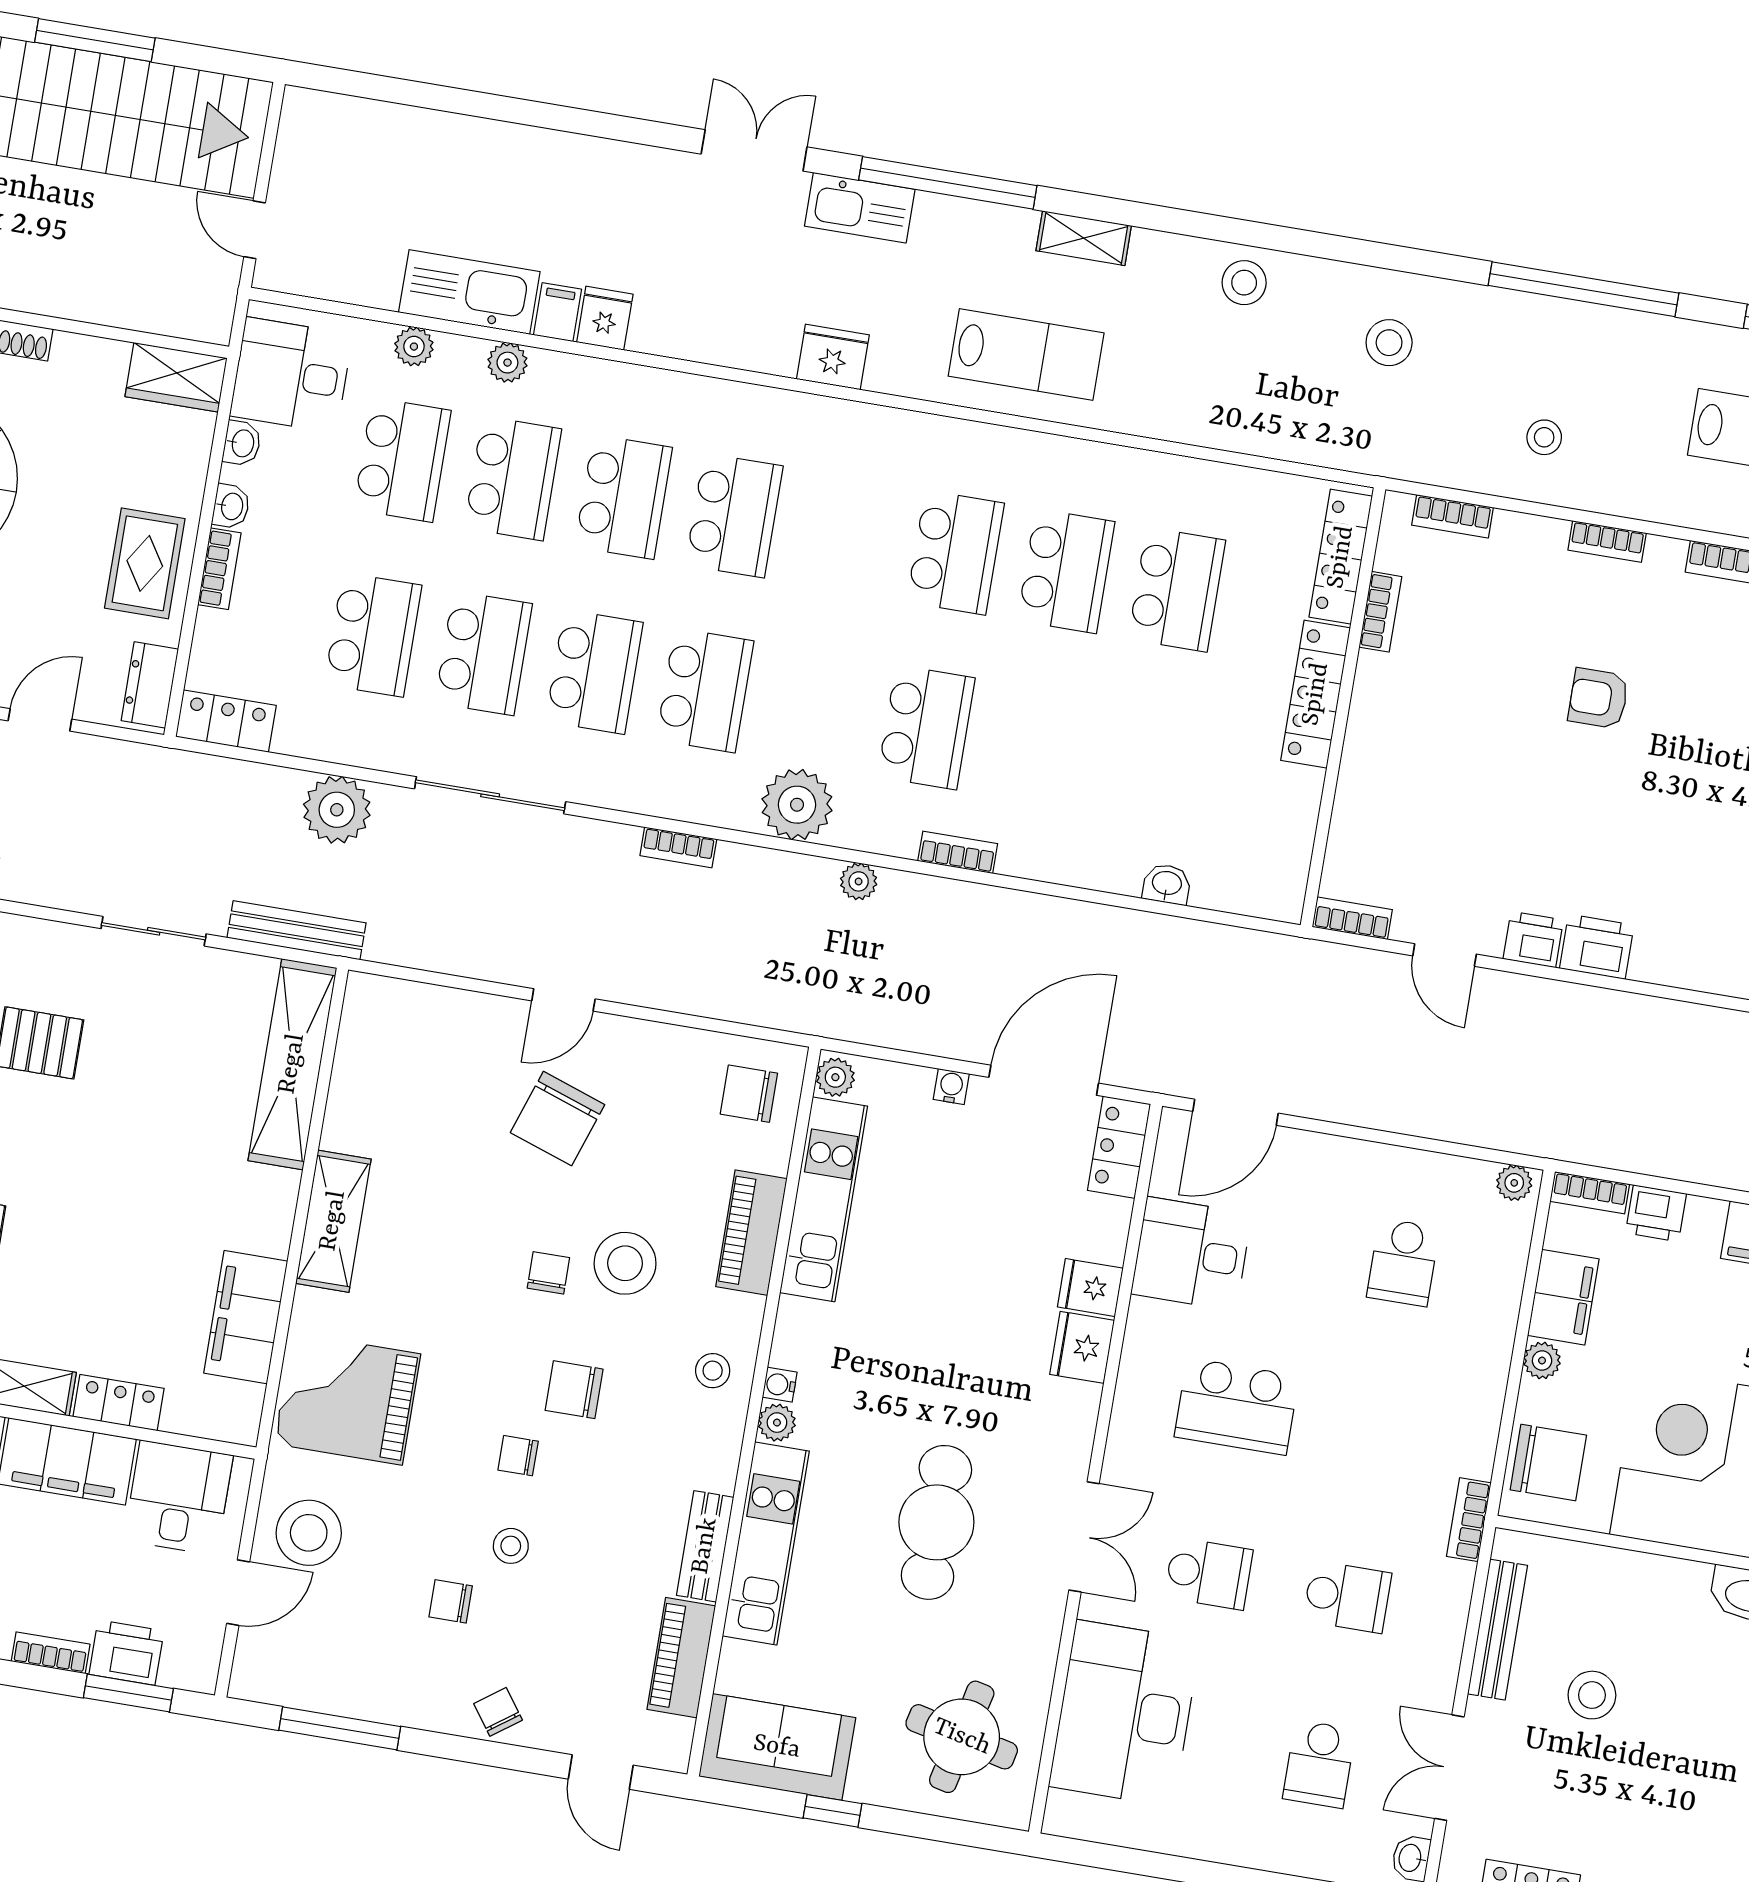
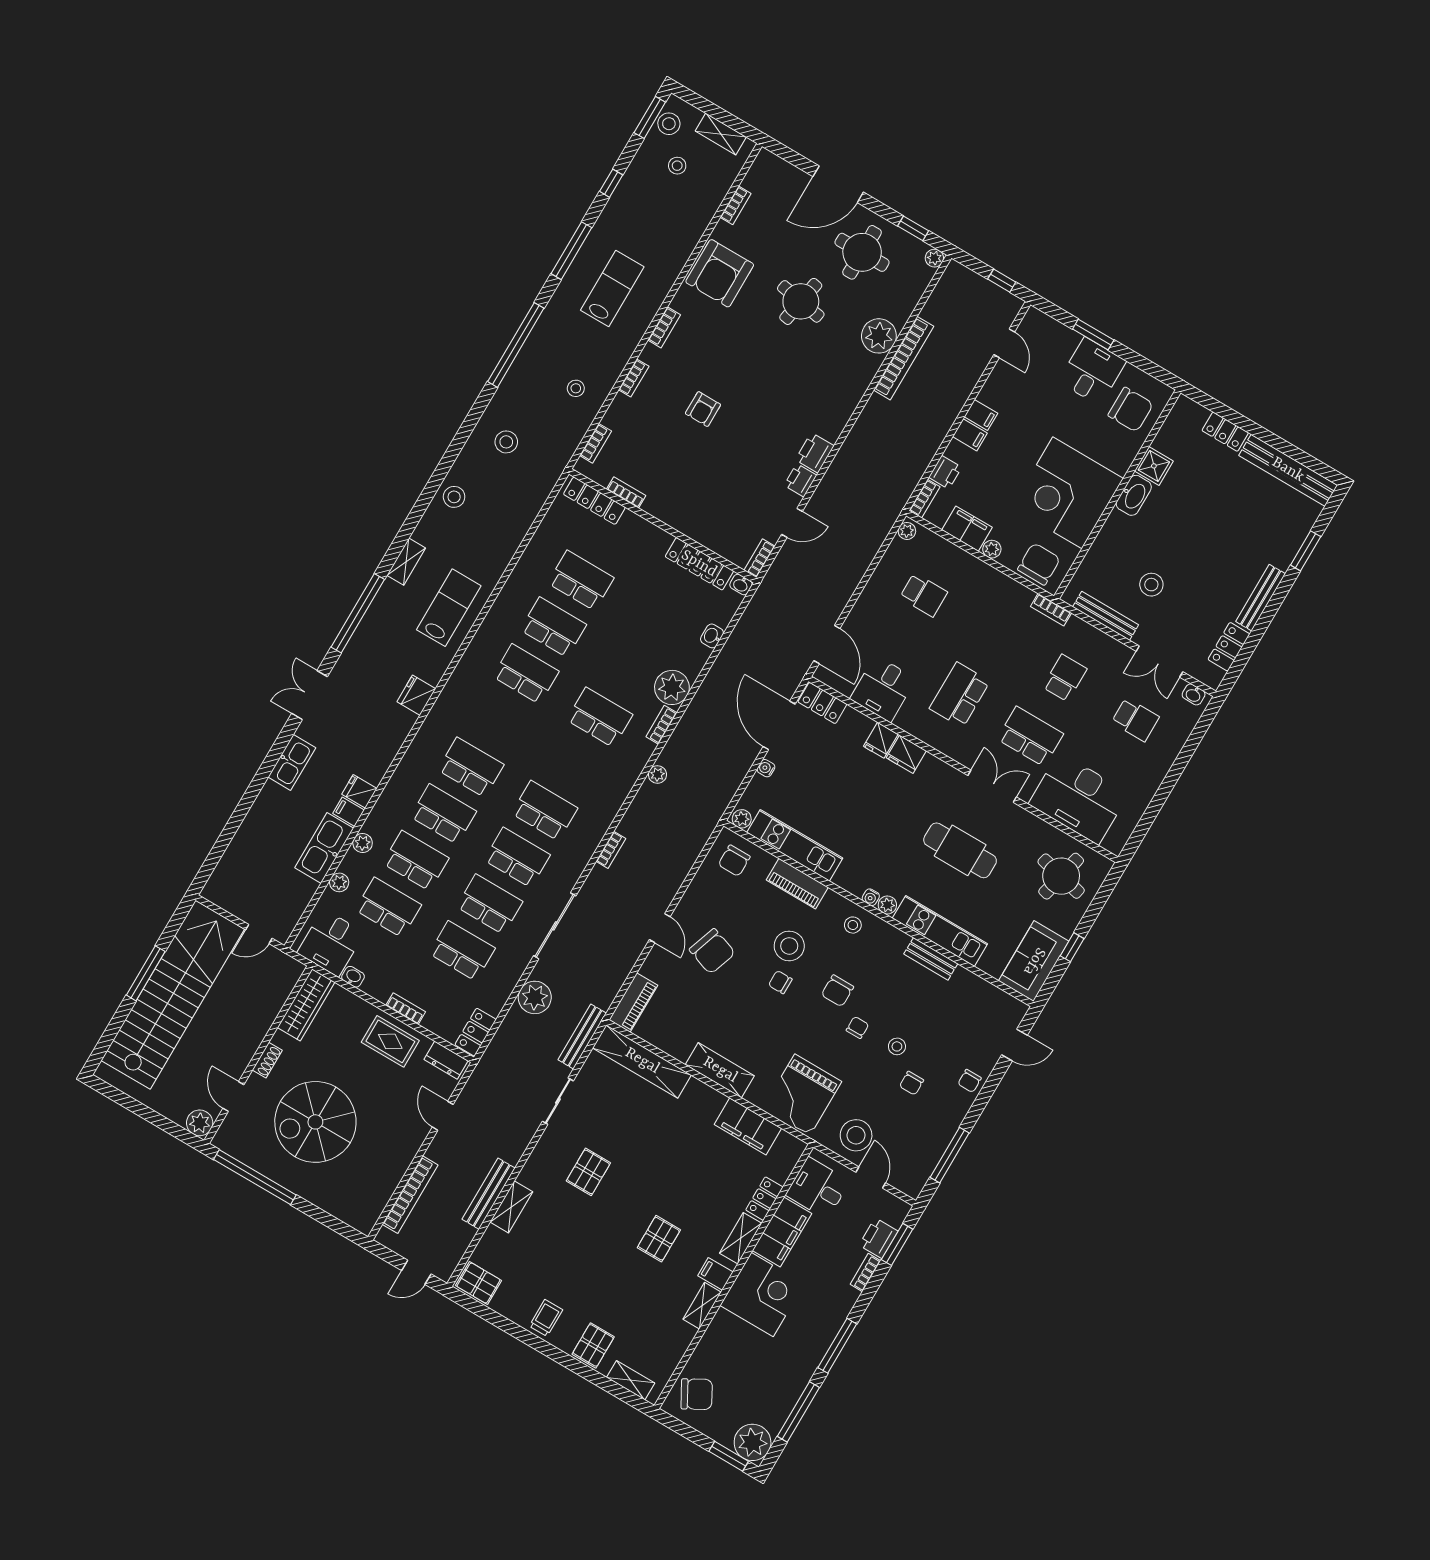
kitchen sink: (860, 208) -> (292, 762), moved
wardrobe: (176, 377) -> (306, 1005), width x1.50
washbasin: (231, 506) -> (741, 584), moved, turned 180
locker: (1316, 694) -> (699, 564), moved
plant: (797, 805) -> (672, 687), moved
school desk: (1237, 1406) -> (960, 695), turned 180
chair: (518, 1456) -> (857, 1027), turned 180
school desk: (1209, 1574) -> (1030, 736), width x1.85
piano: (681, 1658) -> (633, 1003), moved, turned -90
chair: (498, 1712) -> (970, 1081), turned -54

